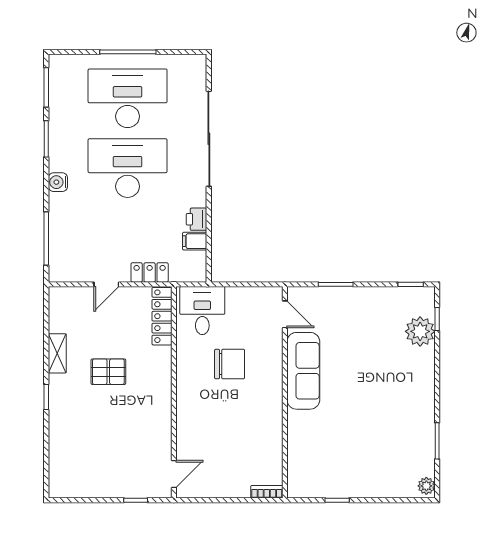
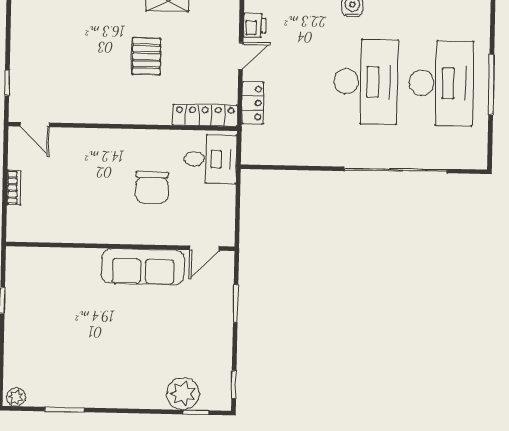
printer: (197, 219) -> (255, 25), moved, turned 90
filing cabinet: (195, 241) -> (285, 152), removed
door: (106, 284) -> (241, 56), swing flipped
bookcase: (267, 492) -> (14, 188), moved

